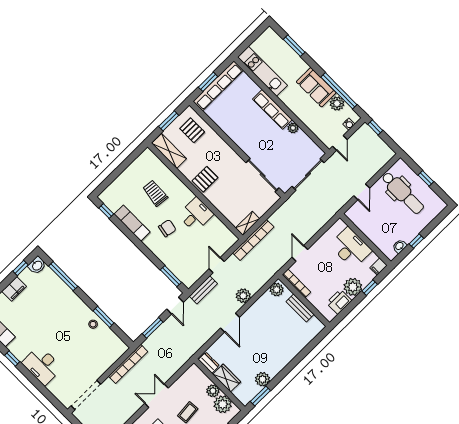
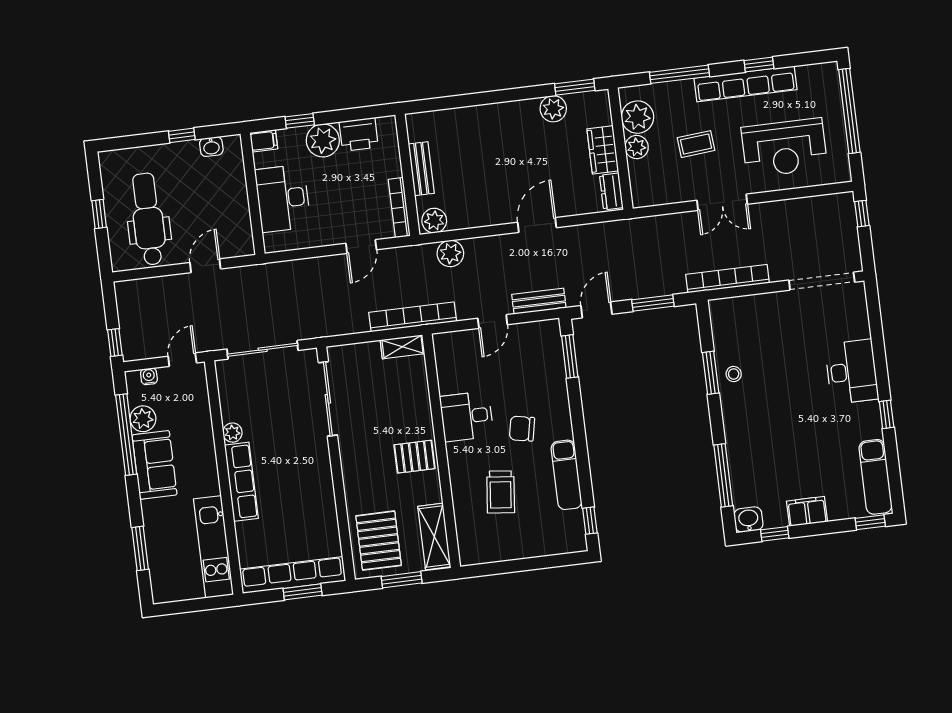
pallet: (192, 130) -> (379, 541), width x1.50, depth x1.42
plant: (243, 296) -> (450, 253), moved

